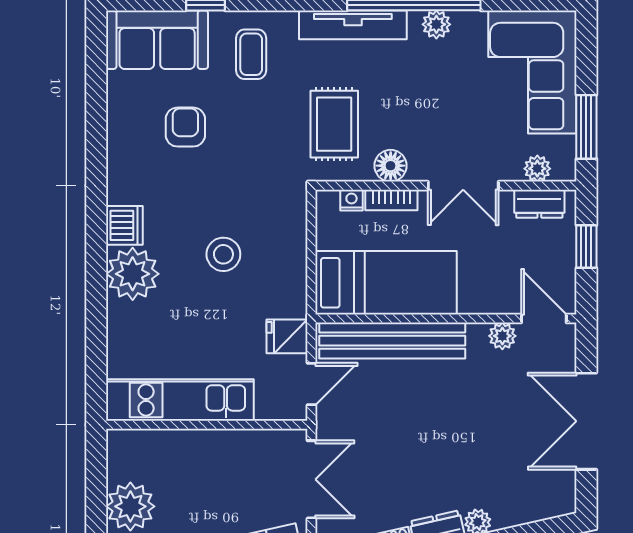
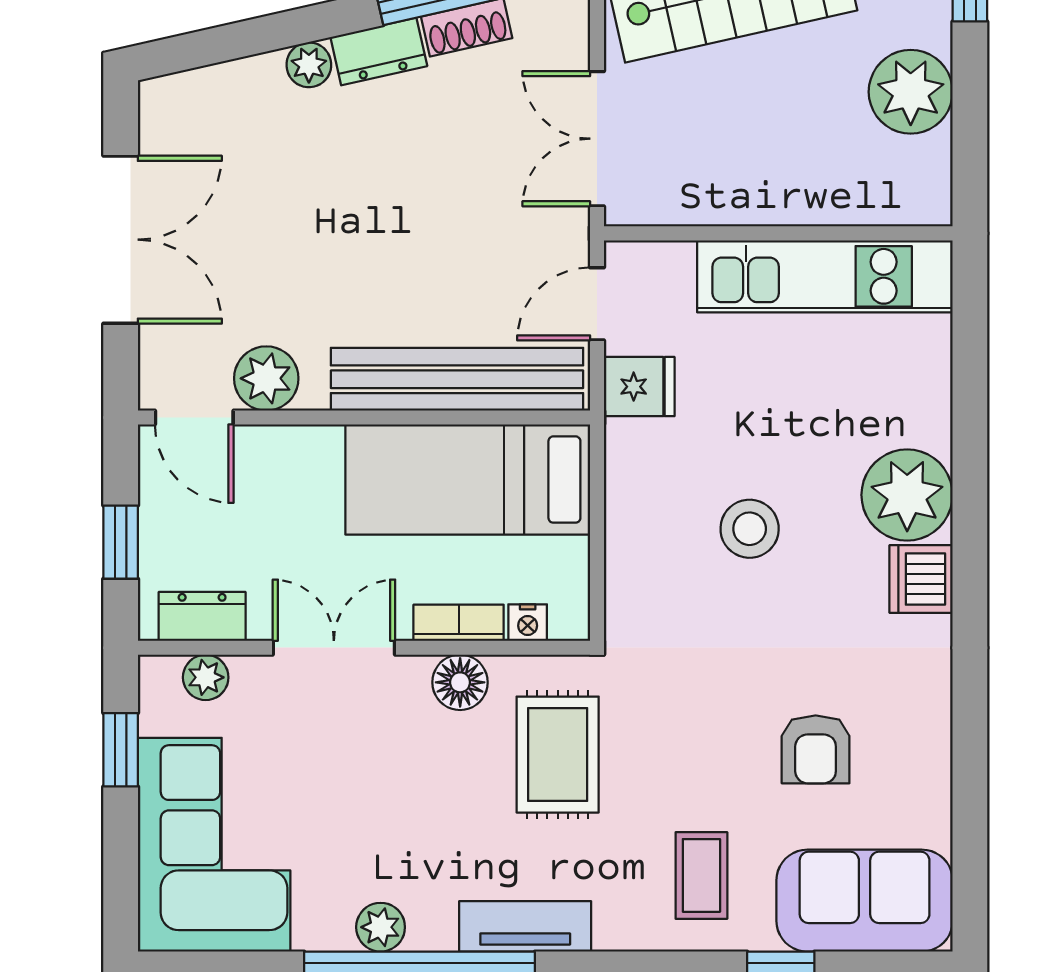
tv unit: (353, 25) -> (525, 926), width x0.71
window: (586, 127) -> (121, 750), width x0.67
plant: (502, 336) -> (266, 378), width x1.38, depth x1.38

